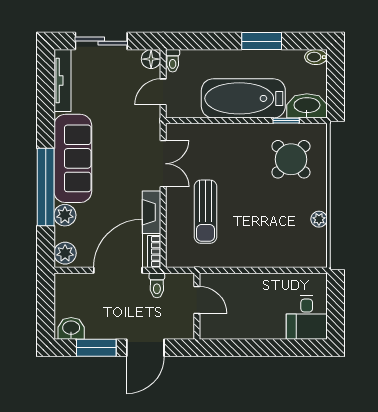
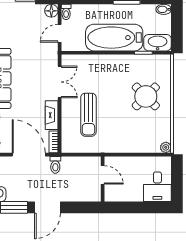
round table: (291, 159) -> (146, 96), moved
plant: (319, 219) -> (166, 147), moved
door: (118, 270) -> (29, 155), hinge flipped
door: (197, 300) -> (103, 175), moved
wall: (197, 306) -> (103, 179), moved

